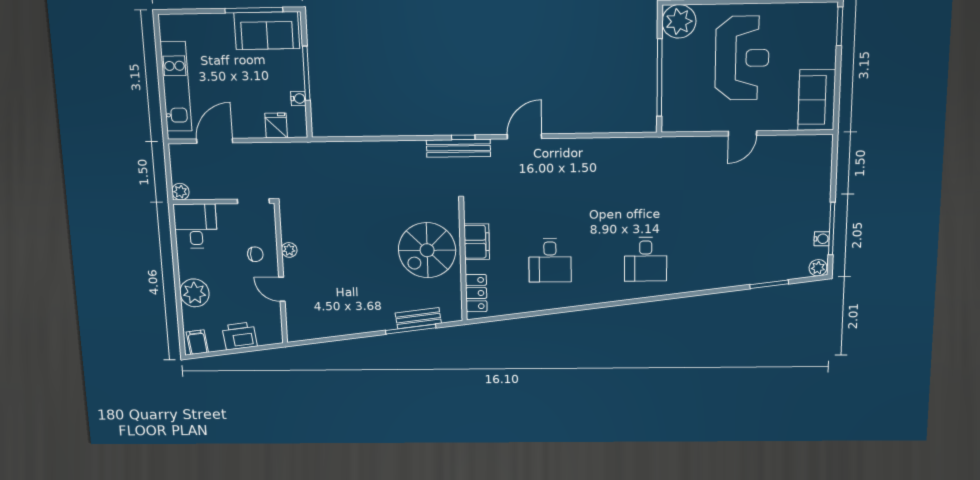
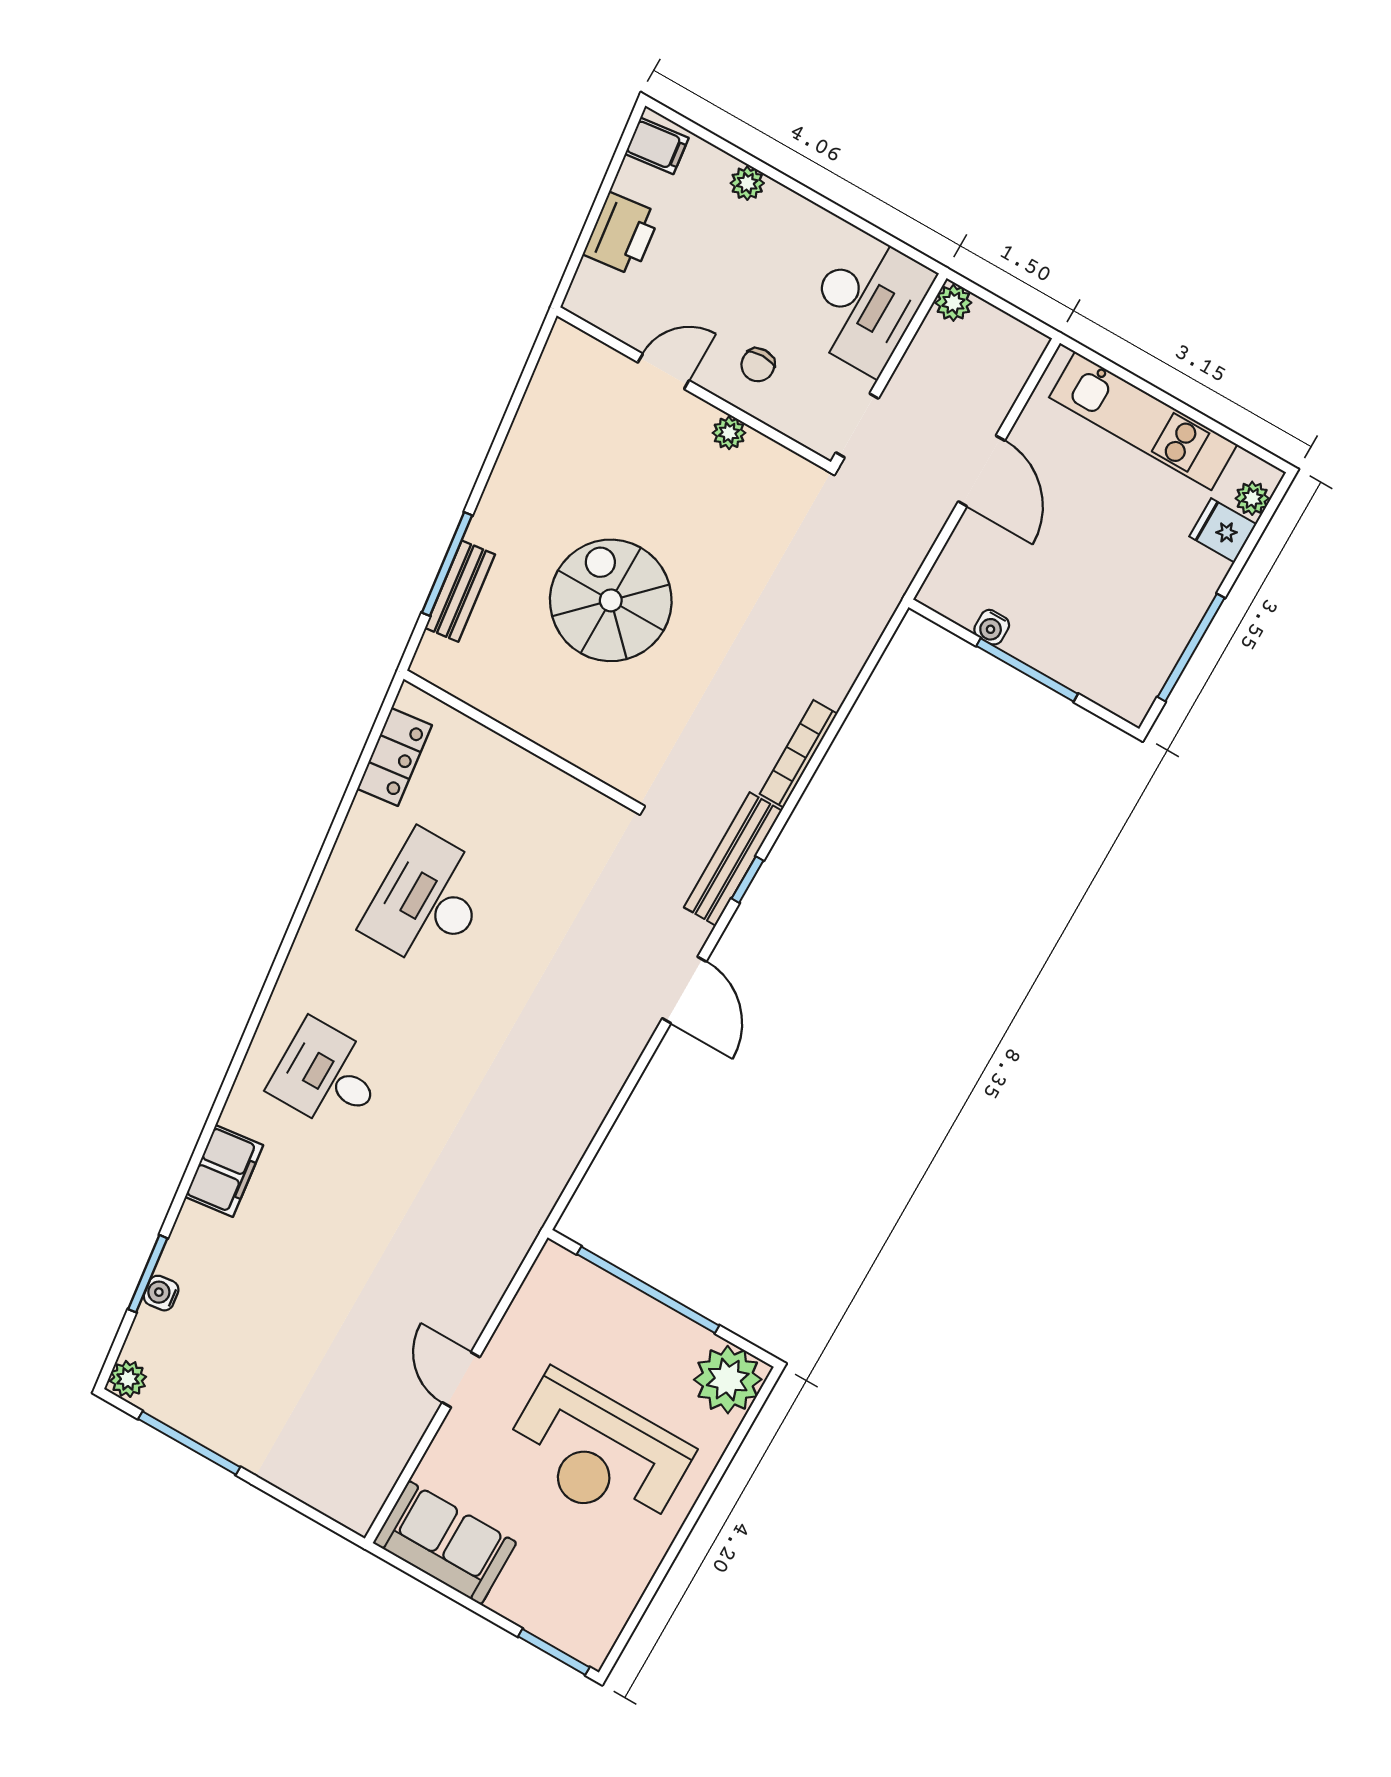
plant: (177, 22) -> (1252, 498), added
sofa: (267, 31) -> (1142, 647), removed
fridge: (276, 125) -> (1223, 530), moved, turned 180
door: (215, 141) -> (981, 471), moved
bookcase: (399, 147) -> (799, 754), added
desk: (196, 226) -> (866, 303), width x1.37
water cooler: (822, 239) -> (161, 1293), moved, turned 83
filing cabinet: (477, 242) -> (224, 1171), moved, turned -97
spiral stairs: (427, 250) -> (611, 600), moved
desk: (550, 260) -> (428, 901), width x1.37
plant: (194, 293) -> (747, 183), width x0.53, depth x0.53
locker: (476, 293) -> (395, 757), moved, turned -97

